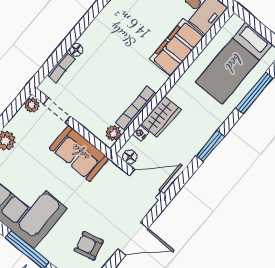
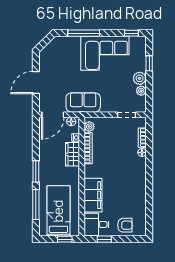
window: (254, 23) -> (65, 239), added
plant: (32, 105) -> (141, 91), moved
window: (210, 146) -> (36, 171), moved
sofa: (79, 153) -> (83, 102), moved
armchair: (89, 246) -> (55, 61), removed

